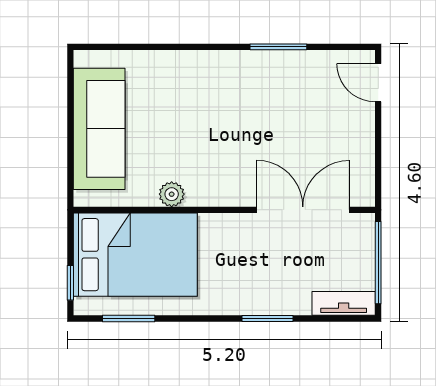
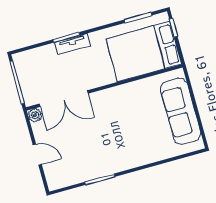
door: (378, 83) -> (37, 155), moved
plant: (172, 194) -> (35, 115), moved
tv unit: (344, 303) -> (73, 44), moved

